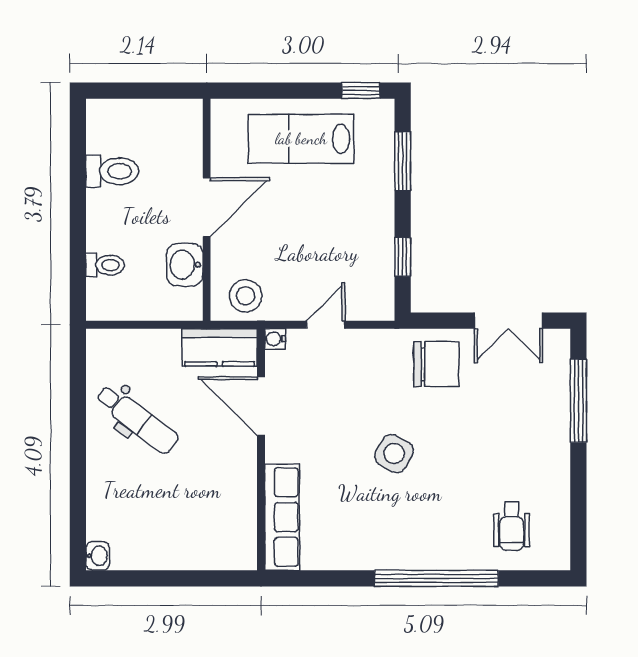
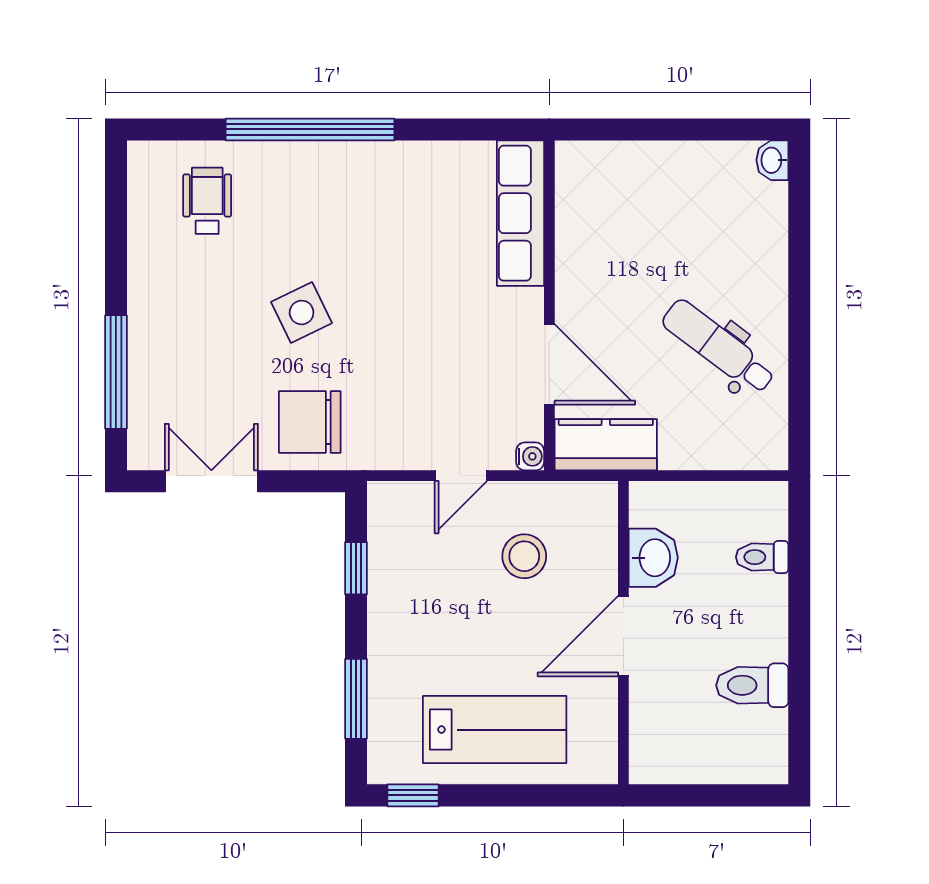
stool: (246, 296) -> (524, 556), moved
side table: (394, 453) -> (302, 312), moved, turned 35

